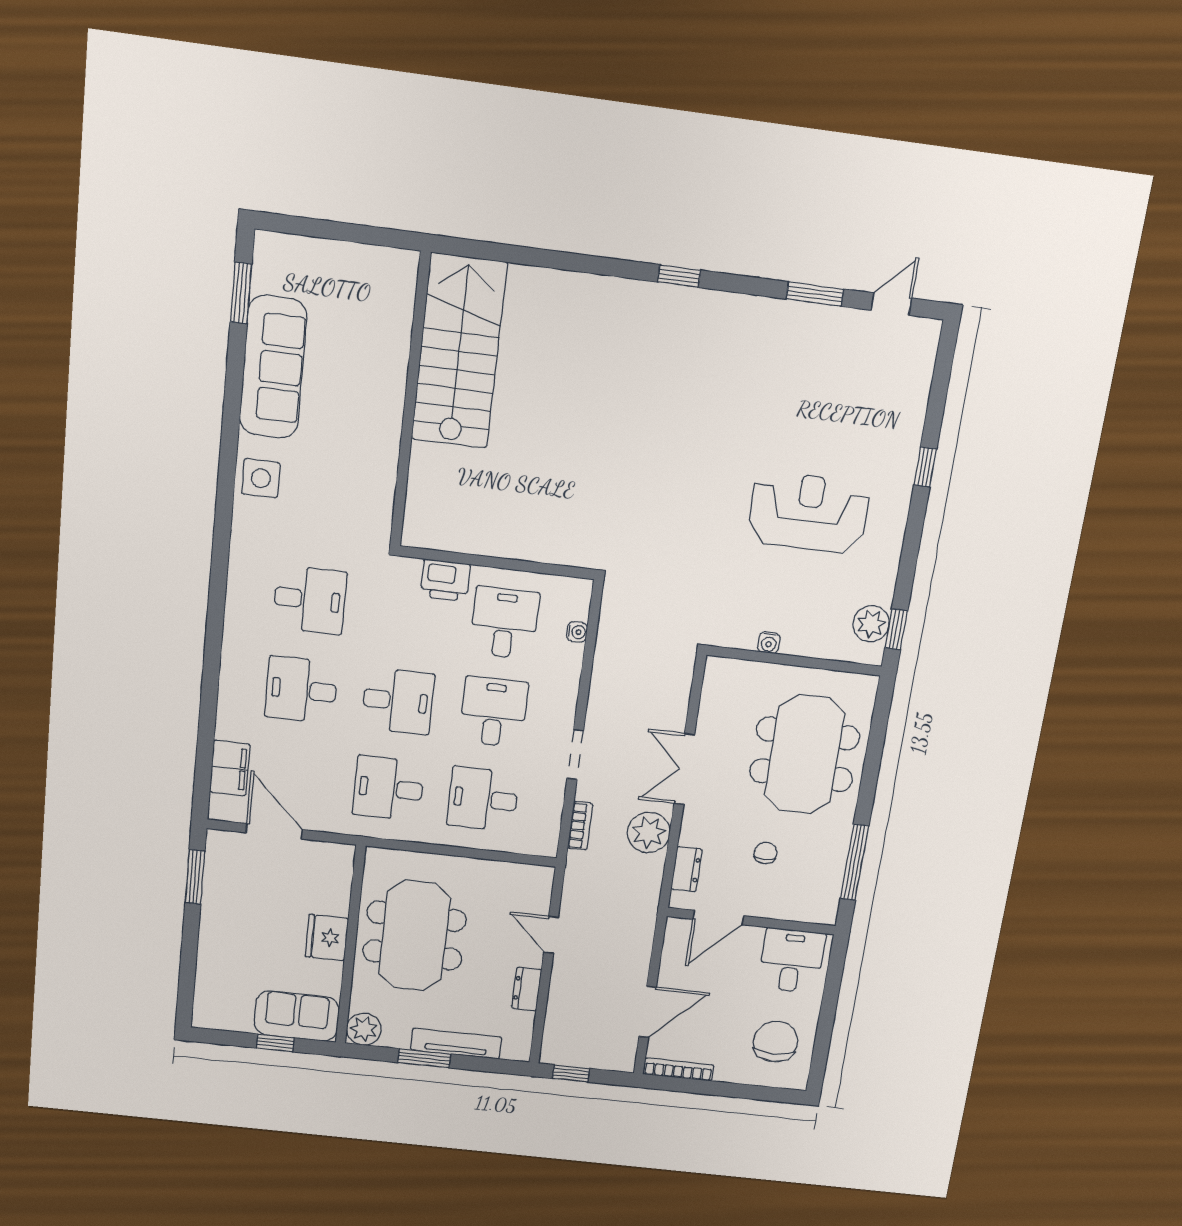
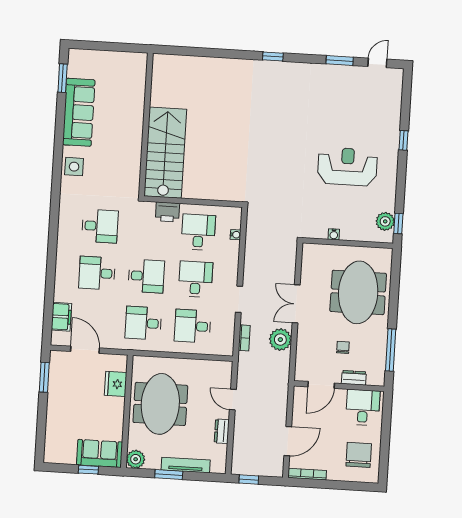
stairs: (459, 351) -> (165, 153), moved
dresser: (687, 869) -> (354, 378), moved, turned -90
fridge: (327, 938) -> (116, 384), moved

